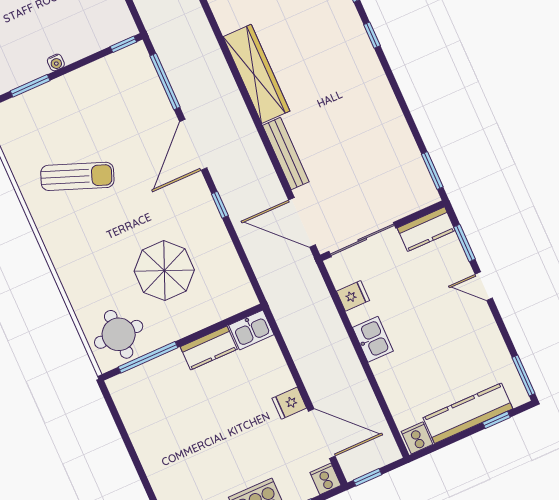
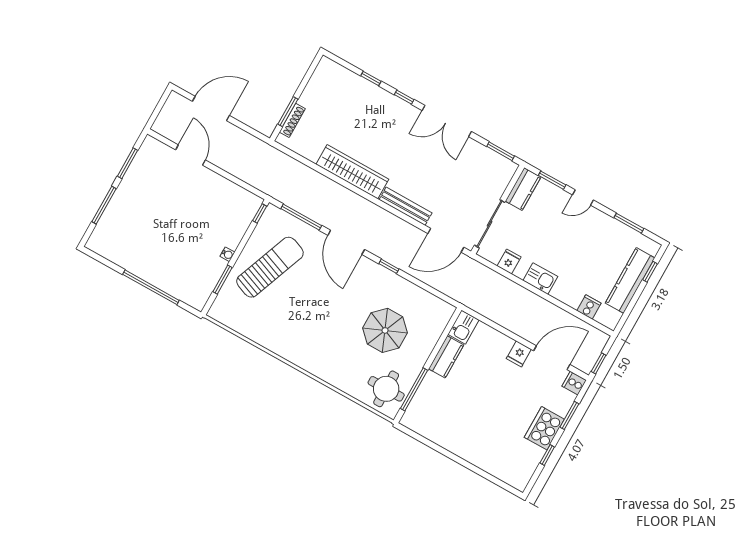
double door: (399, 95) -> (447, 121), added
sun lounger: (77, 176) -> (270, 267), moved, width x1.36, depth x1.34
window: (523, 375) -> (629, 223), moved
cooker: (417, 438) -> (589, 307), moved, turned 90

